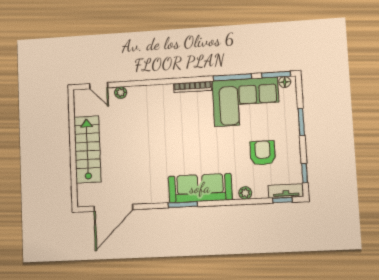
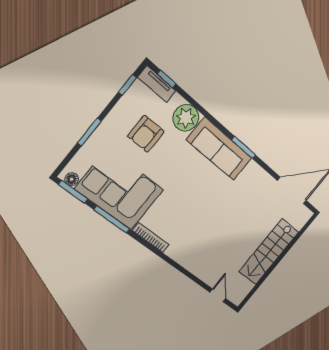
plant: (121, 93) -> (207, 277), removed
plant: (245, 193) -> (186, 118), width x1.87, depth x1.87

